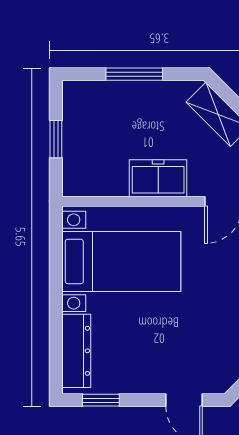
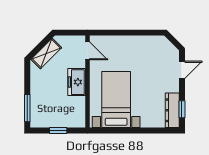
window: (134, 74) -> (27, 108), moved
dresser: (76, 351) -> (172, 110), moved, turned -90

